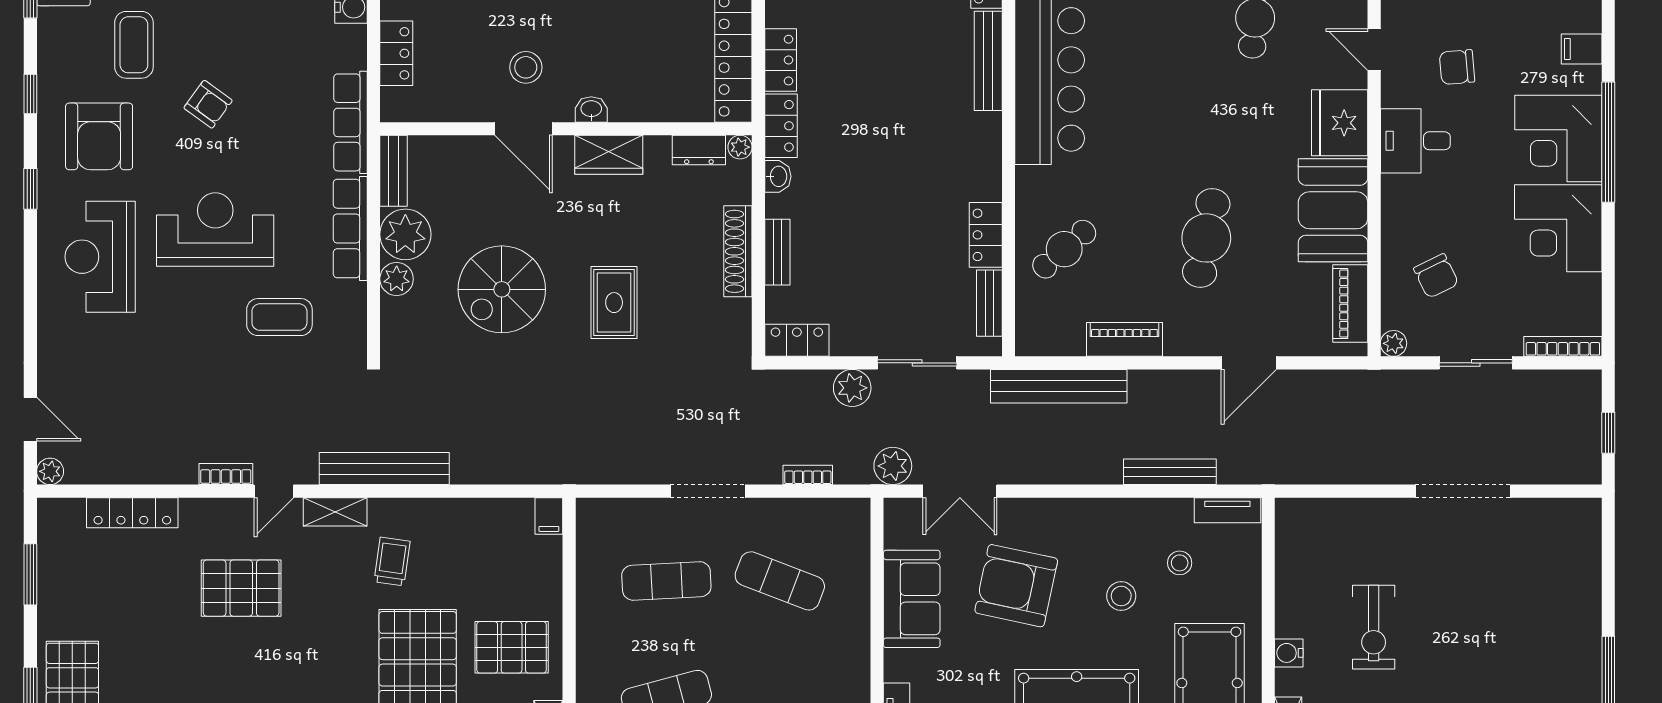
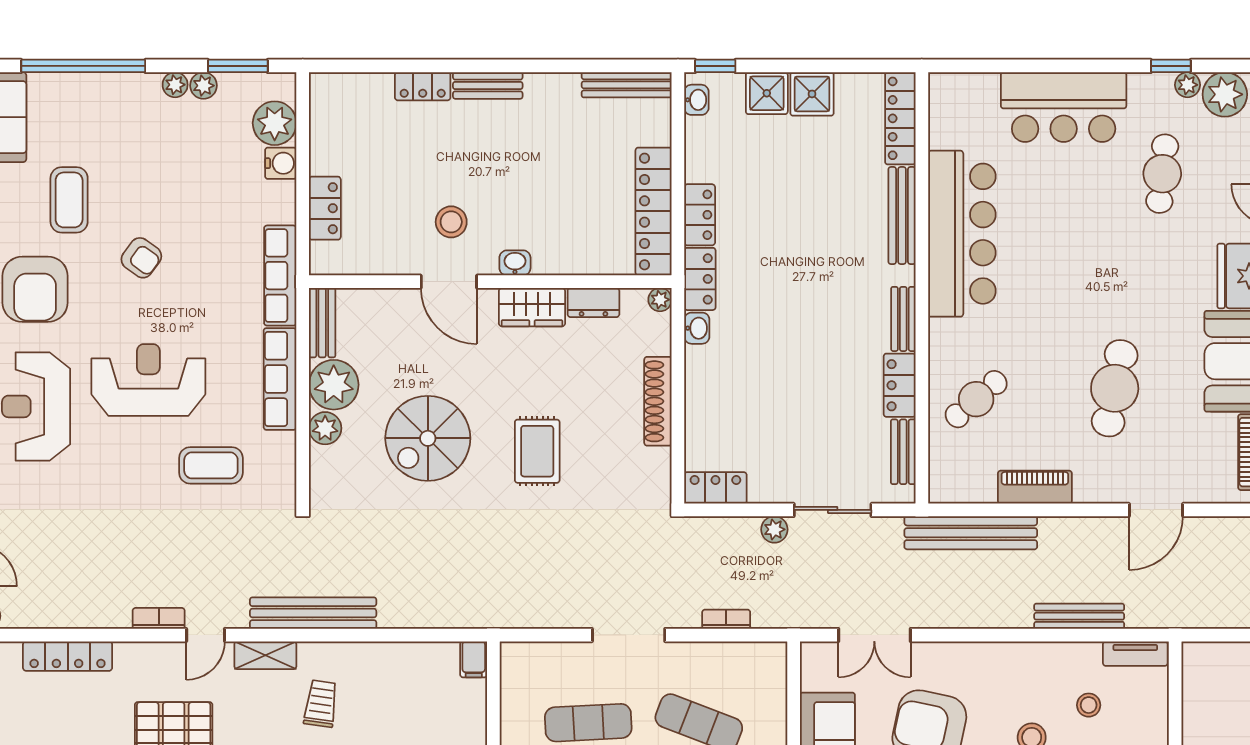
dresser: (699, 150) -> (593, 303), moved
bench: (777, 252) -> (903, 319), moved
plant: (852, 388) -> (774, 529), width x0.73, depth x0.73
plant: (893, 466) -> (809, 611), removed

